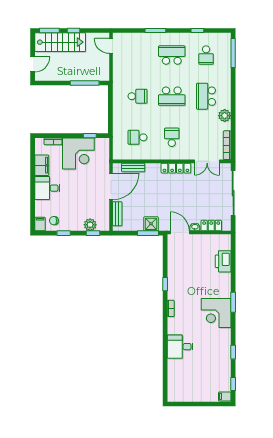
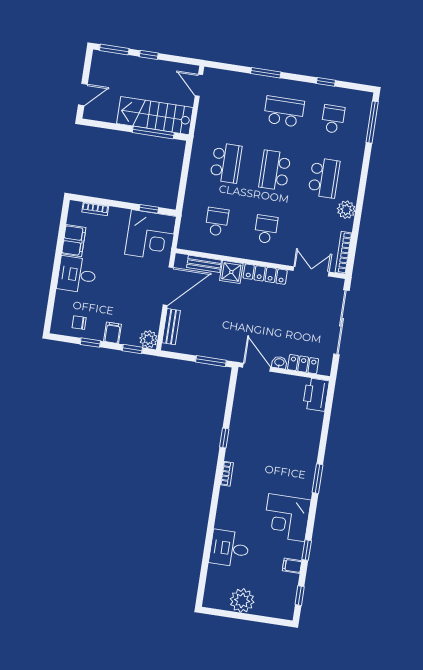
stairs: (60, 42) -> (155, 116), moved, turned 180
school desk: (206, 55) -> (333, 119), turned 180
school desk: (137, 96) -> (226, 163), width x1.85
school desk: (172, 96) -> (275, 170), turned 90
school desk: (206, 96) -> (324, 178), turned 180
school desk: (137, 137) -> (217, 222), turned 90
corner desk: (78, 153) -> (151, 235), moved
double door: (207, 161) -> (311, 271), swing flipped
filing cabinet: (40, 224) -> (113, 333), moved
shower: (151, 224) -> (231, 272), moved
plant: (90, 225) -> (149, 339), moved
printer: (223, 261) -> (316, 395), moved
corner desk: (216, 313) -> (287, 518), moved
desk: (180, 347) -> (229, 548), moved
plant: (194, 393) -> (242, 601), added
filing cabinet: (225, 396) -> (292, 566), moved

